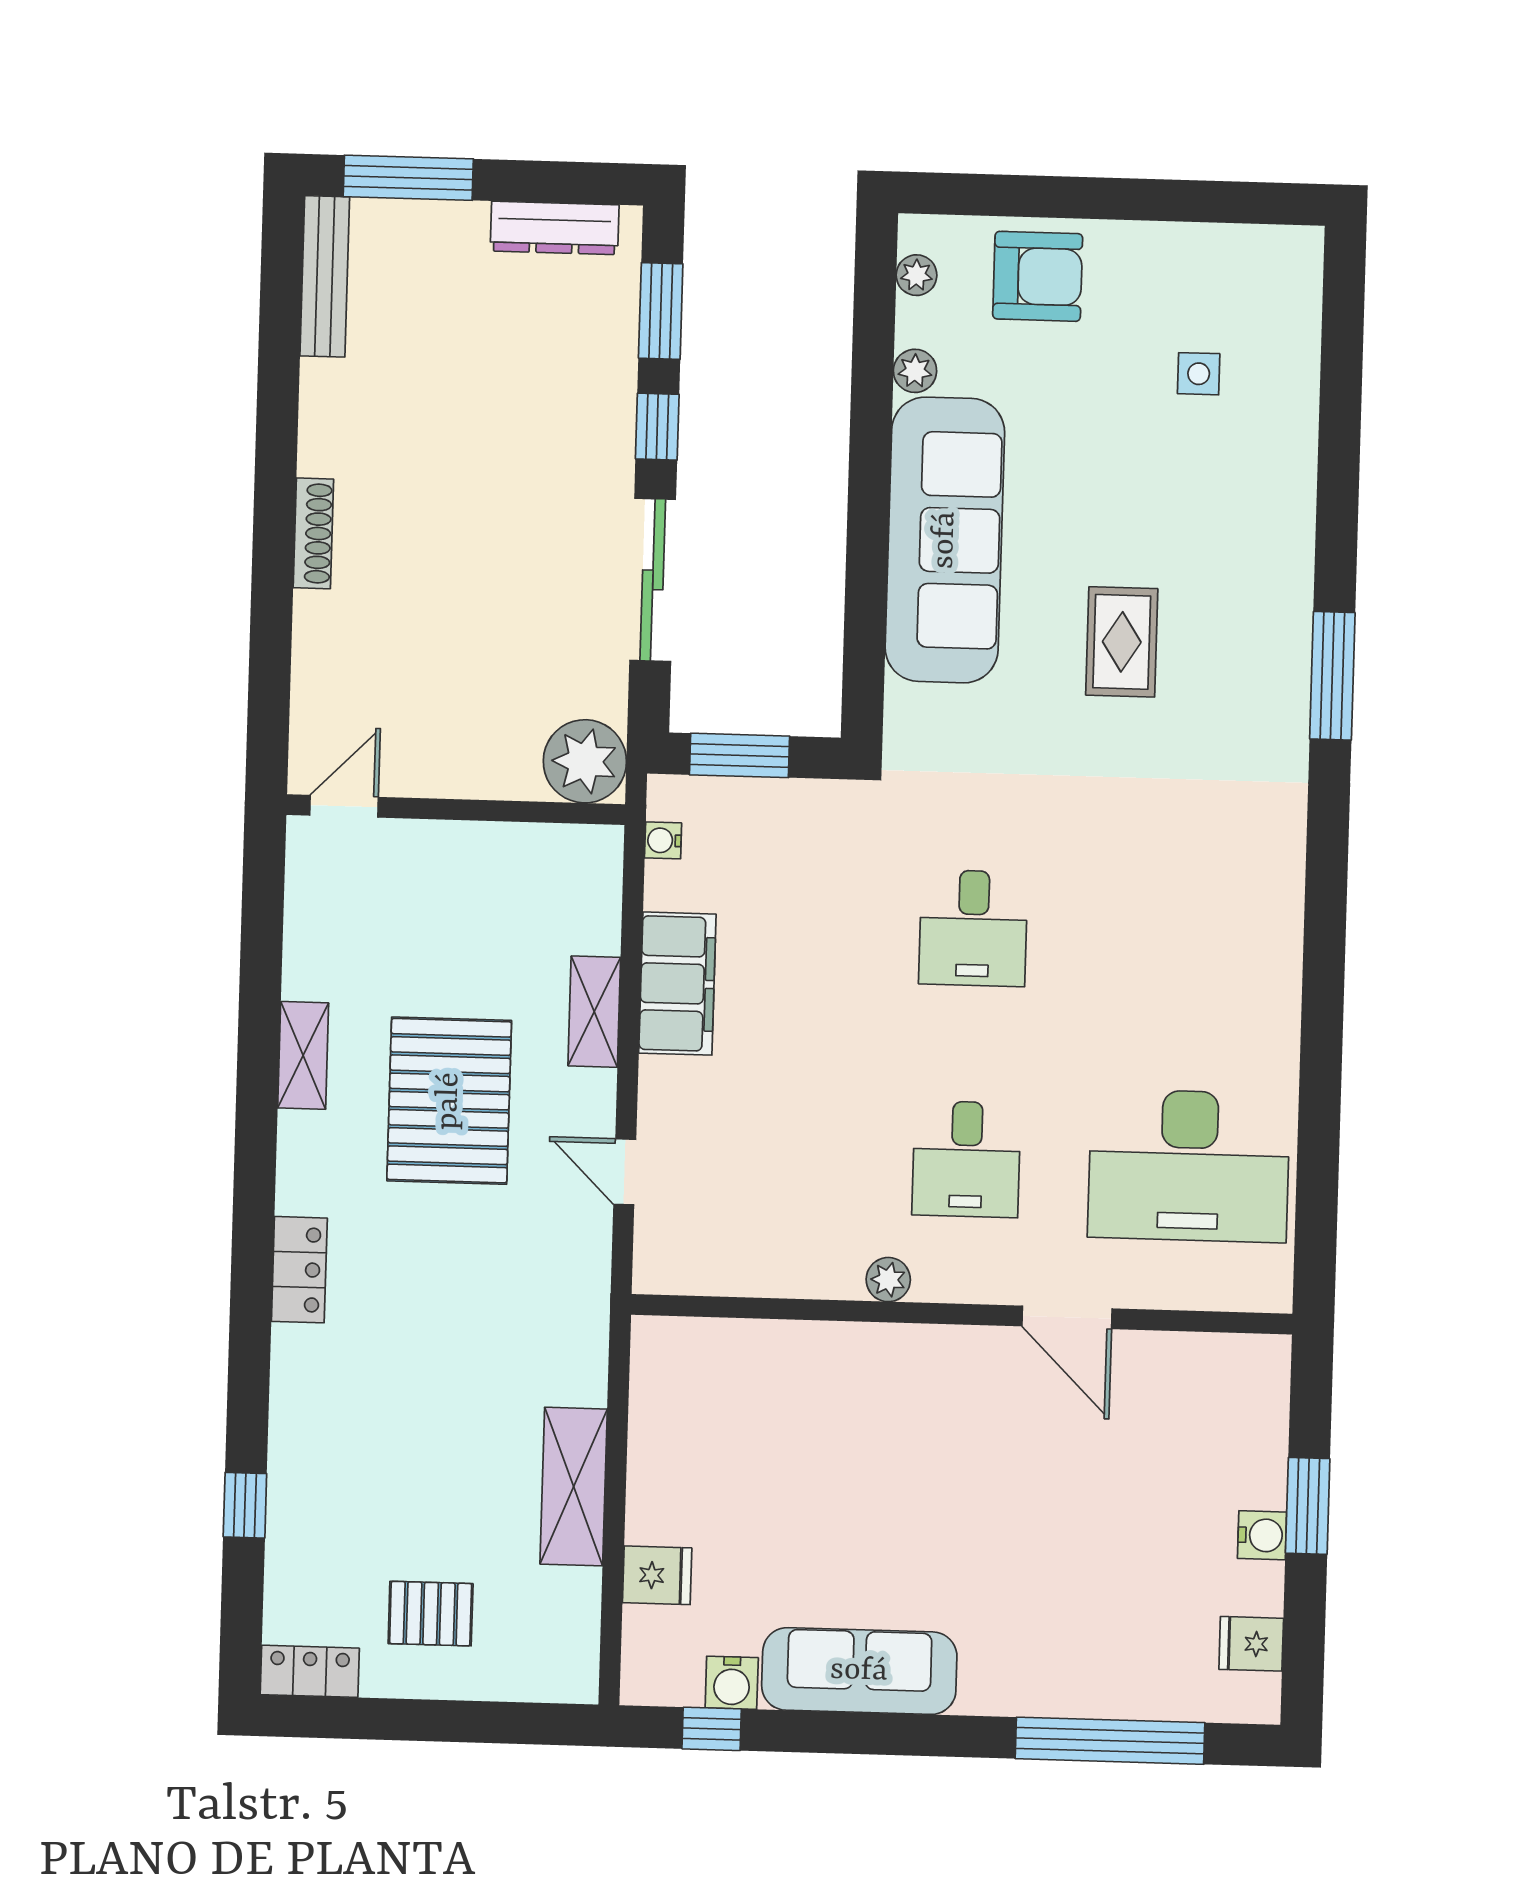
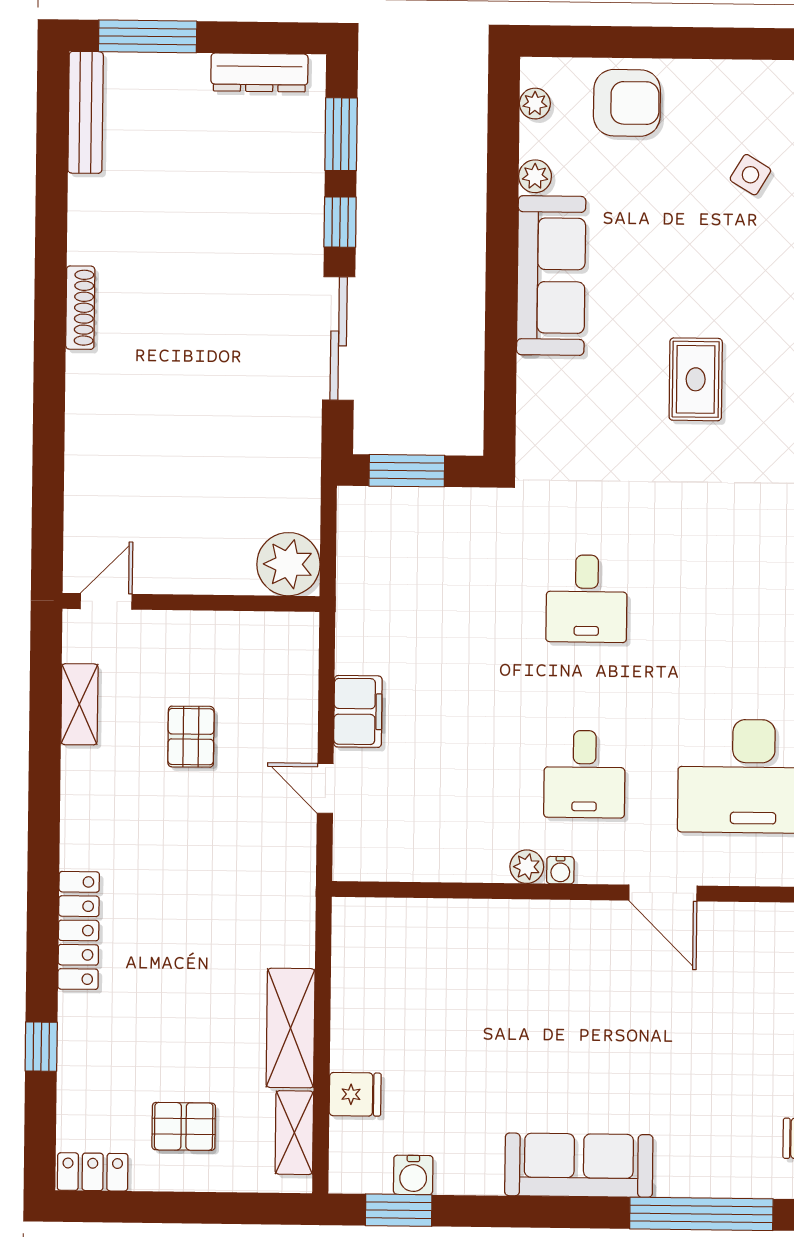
side table: (1199, 374) -> (750, 175), turned 31
sofa: (945, 540) -> (551, 276), width x0.74, depth x0.79
plant: (585, 761) -> (288, 564), moved
door: (344, 806) -> (106, 601), moved
wall: (456, 810) -> (191, 602), moved
water cooler: (663, 840) -> (560, 870), moved, turned -90
filing cabinet: (677, 984) -> (358, 711), moved, width x0.67, depth x0.86
shelving: (594, 1012) -> (294, 1133), moved
pallet: (449, 1101) -> (191, 737), width x0.49, depth x0.50
locker: (299, 1270) -> (79, 930), moved, width x1.53
sofa: (859, 1671) -> (579, 1165), moved
window: (712, 1729) -> (399, 1210), width x1.50

